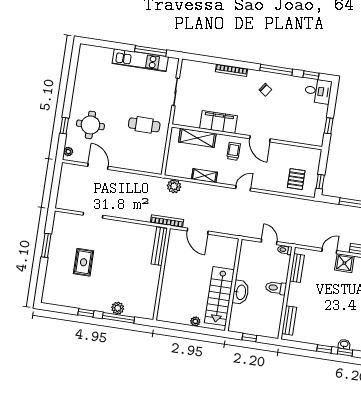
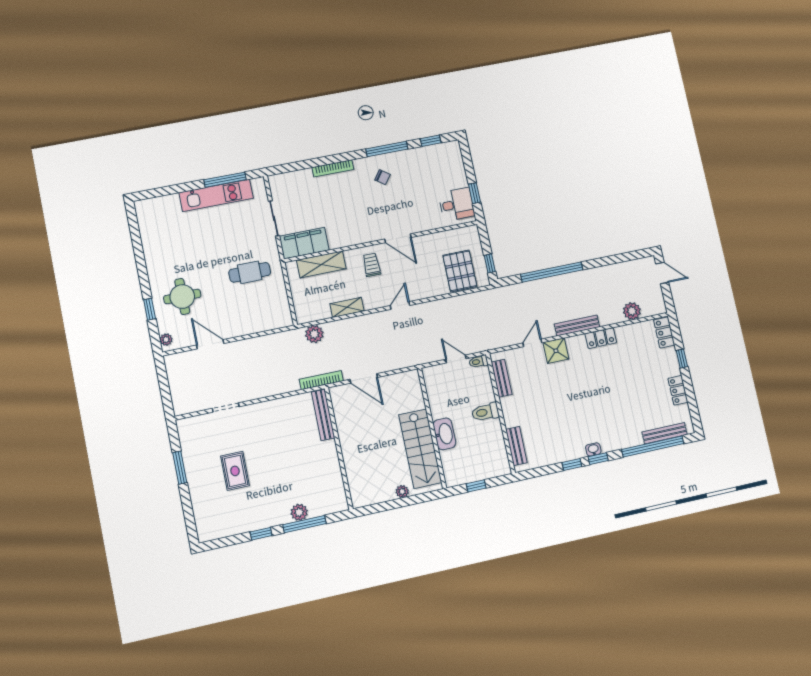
desk: (318, 91) -> (457, 204), moved
filing cabinet: (218, 122) -> (304, 243), moved
pallet: (296, 179) -> (460, 271), width x1.50, depth x1.42

